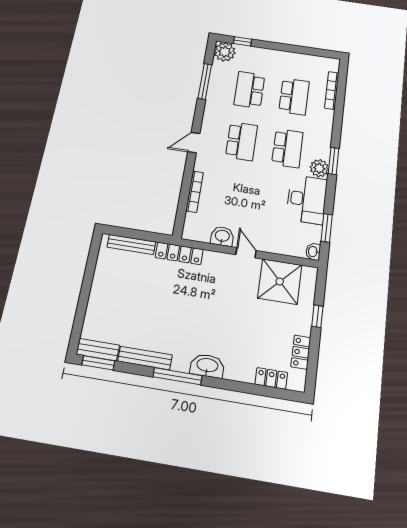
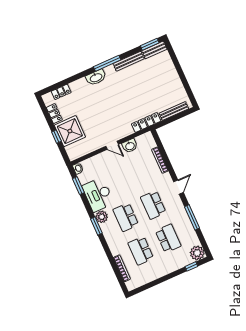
window: (205, 81) -> (192, 217), moved
shower: (280, 281) -> (70, 131), moved

